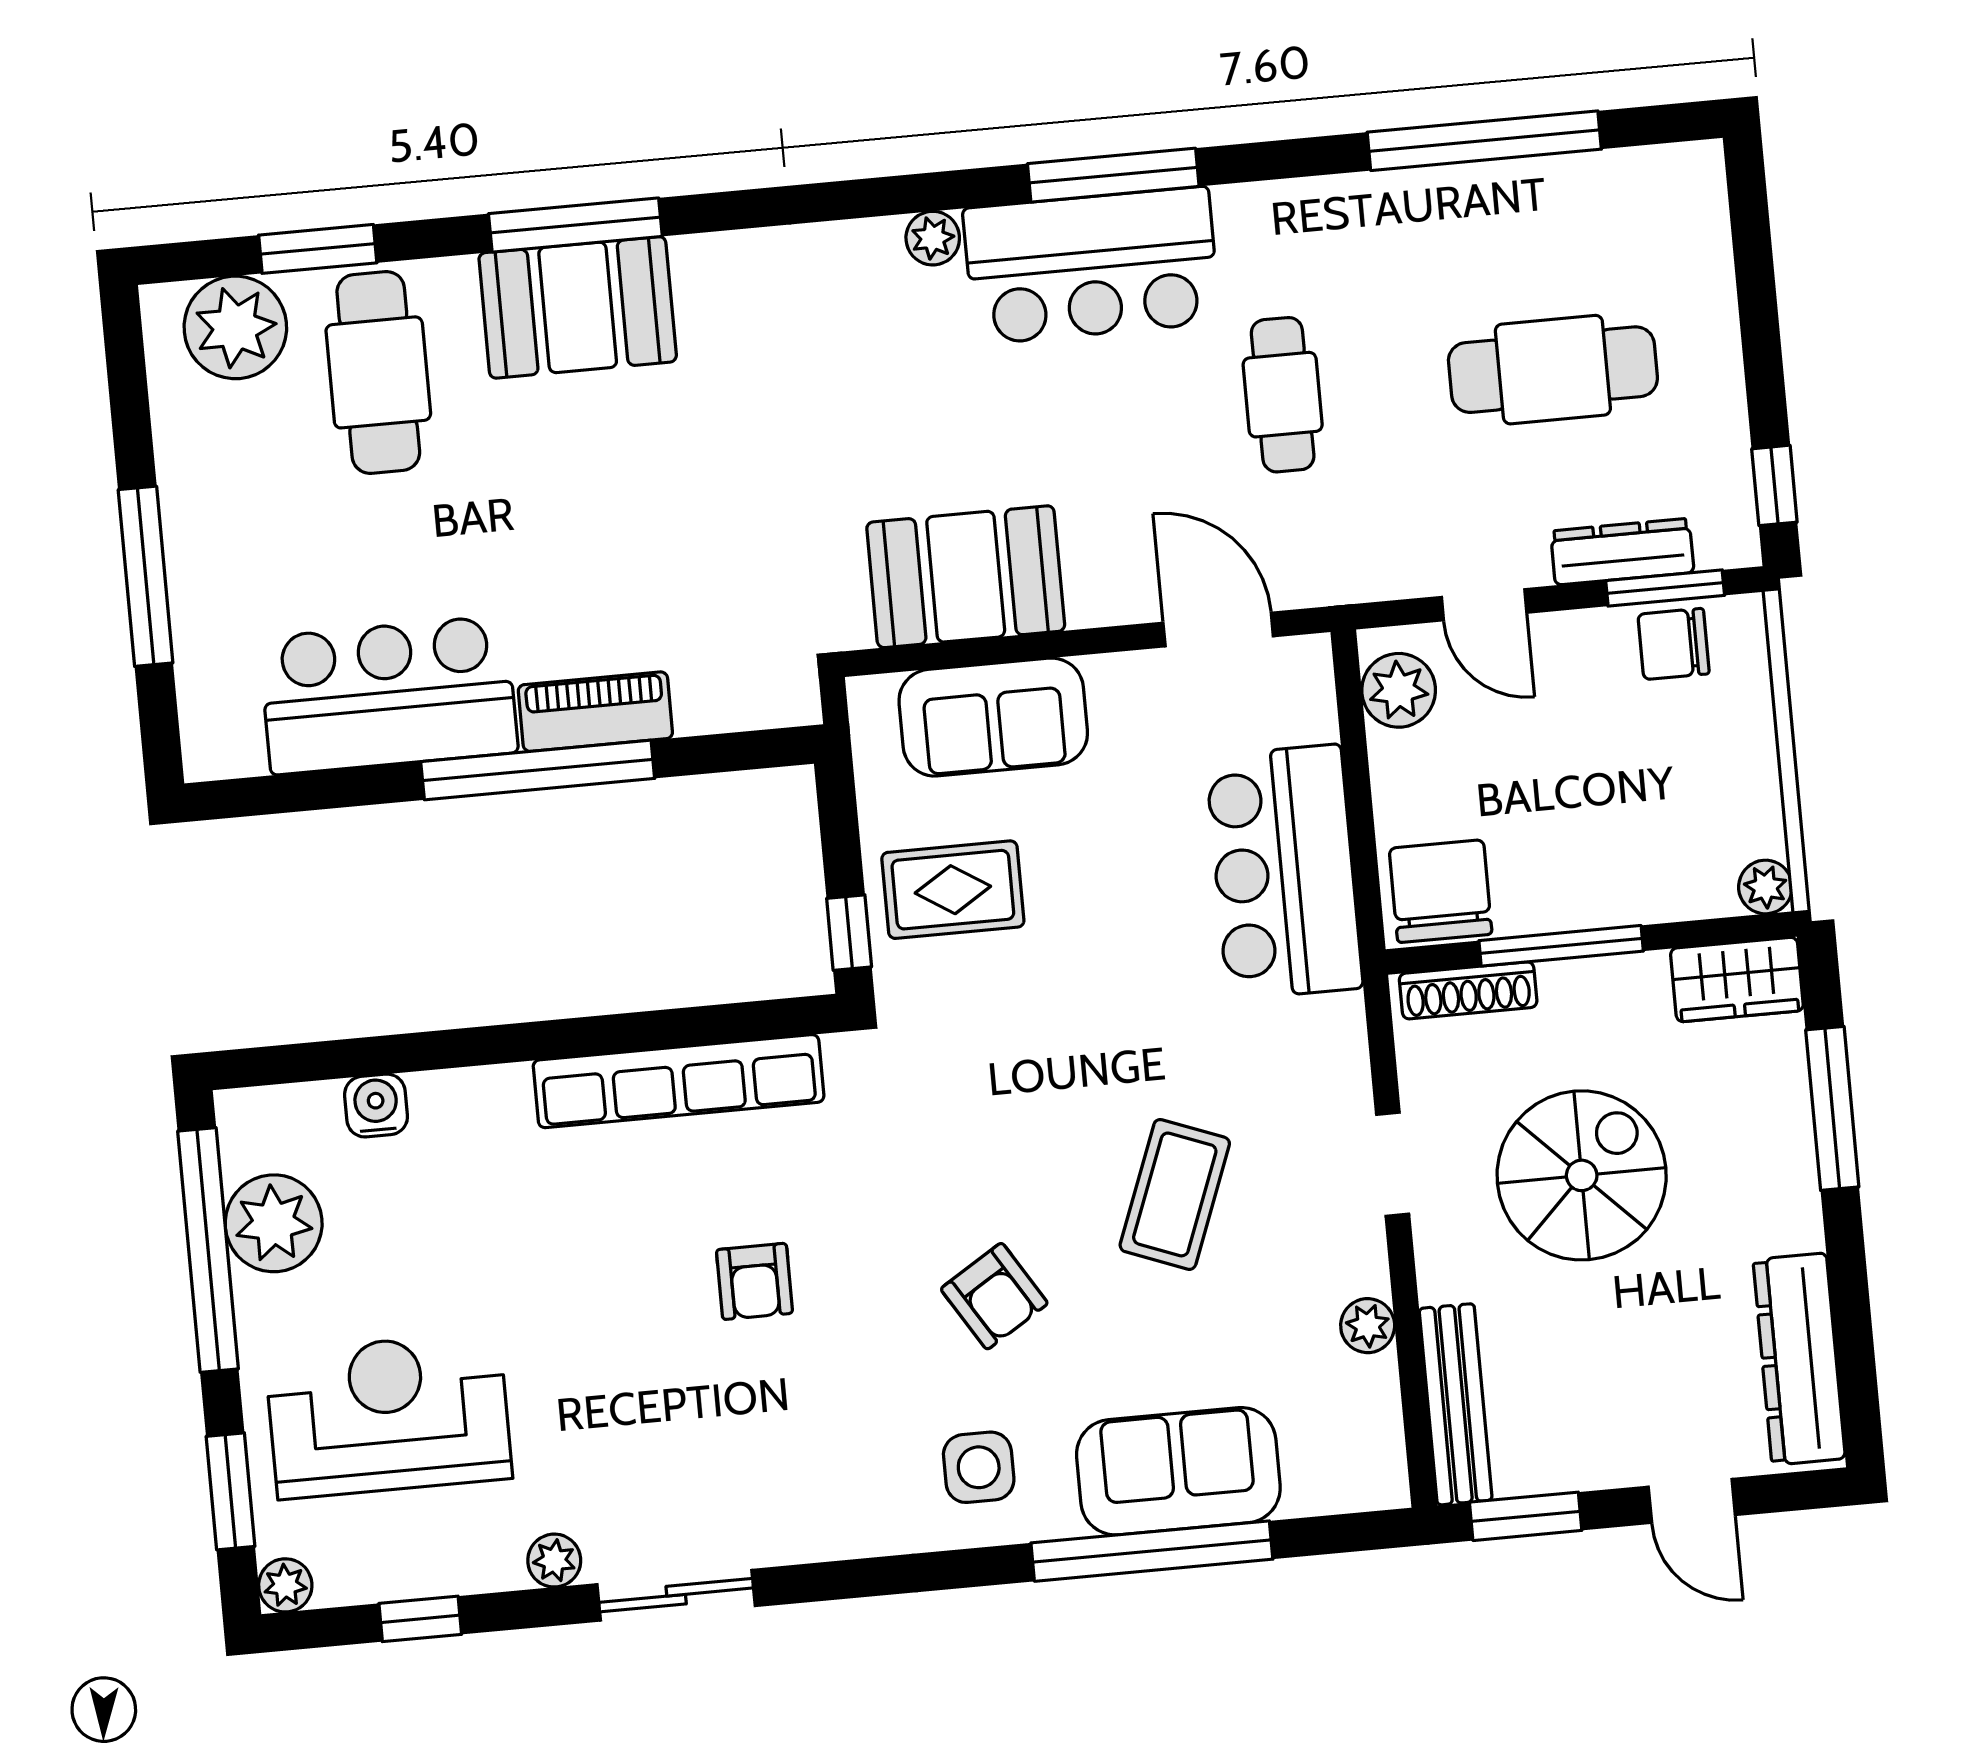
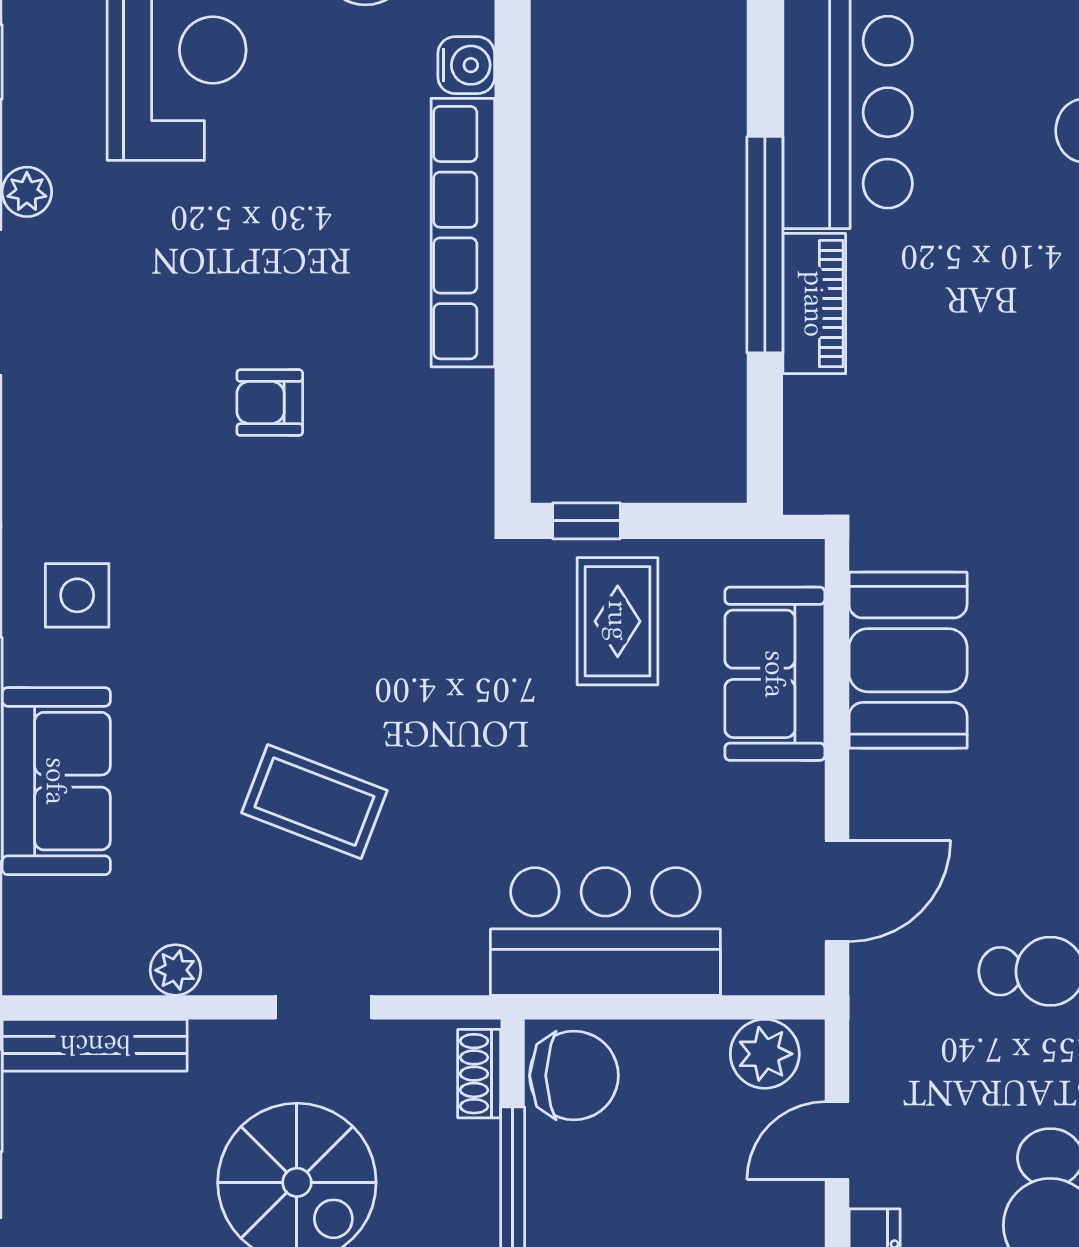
shoe rack: (1468, 990) -> (479, 1074), width x0.70
row of seats: (679, 1081) -> (463, 233), moved
armchair: (994, 1296) -> (235, 625), removed

